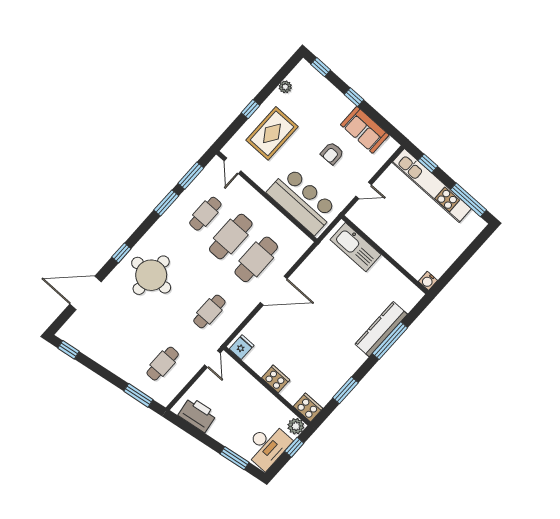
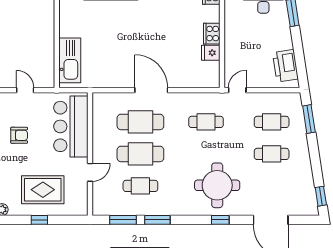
door: (233, 166) -> (90, 172), moved
cafe table: (137, 341) -> (272, 154), added
fridge: (242, 347) -> (211, 53), moved

